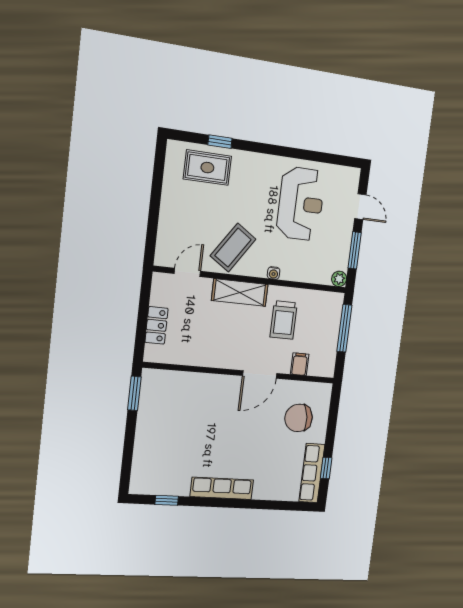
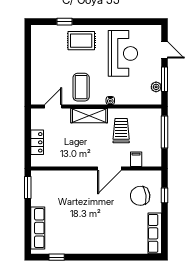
rug: (207, 168) -> (81, 41), moved
coffee table: (233, 248) -> (81, 87), turned -34
plant: (339, 279) -> (156, 87), moved
trolley: (284, 320) -> (121, 131), turned 180
window: (326, 468) -> (164, 195), moved
row of seats: (222, 488) -> (38, 228), moved, turned 90

